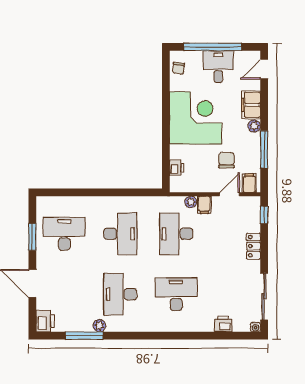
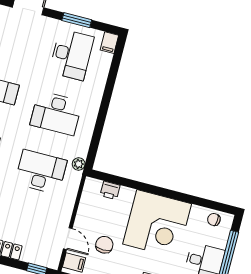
chair: (226, 160) -> (104, 245), turned -90
plant: (191, 202) -> (79, 164), moved
filing cabinet: (204, 205) -> (109, 43), moved, turned -90

